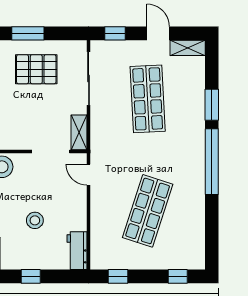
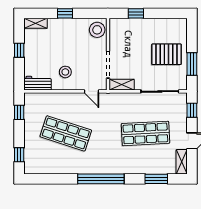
window: (28, 33) -> (192, 64), moved
pallet: (36, 69) -> (166, 54), turned 90
window: (212, 105) -> (156, 179), moved
door: (89, 175) -> (92, 91), swing flipped
stool: (35, 220) -> (65, 72), moved

